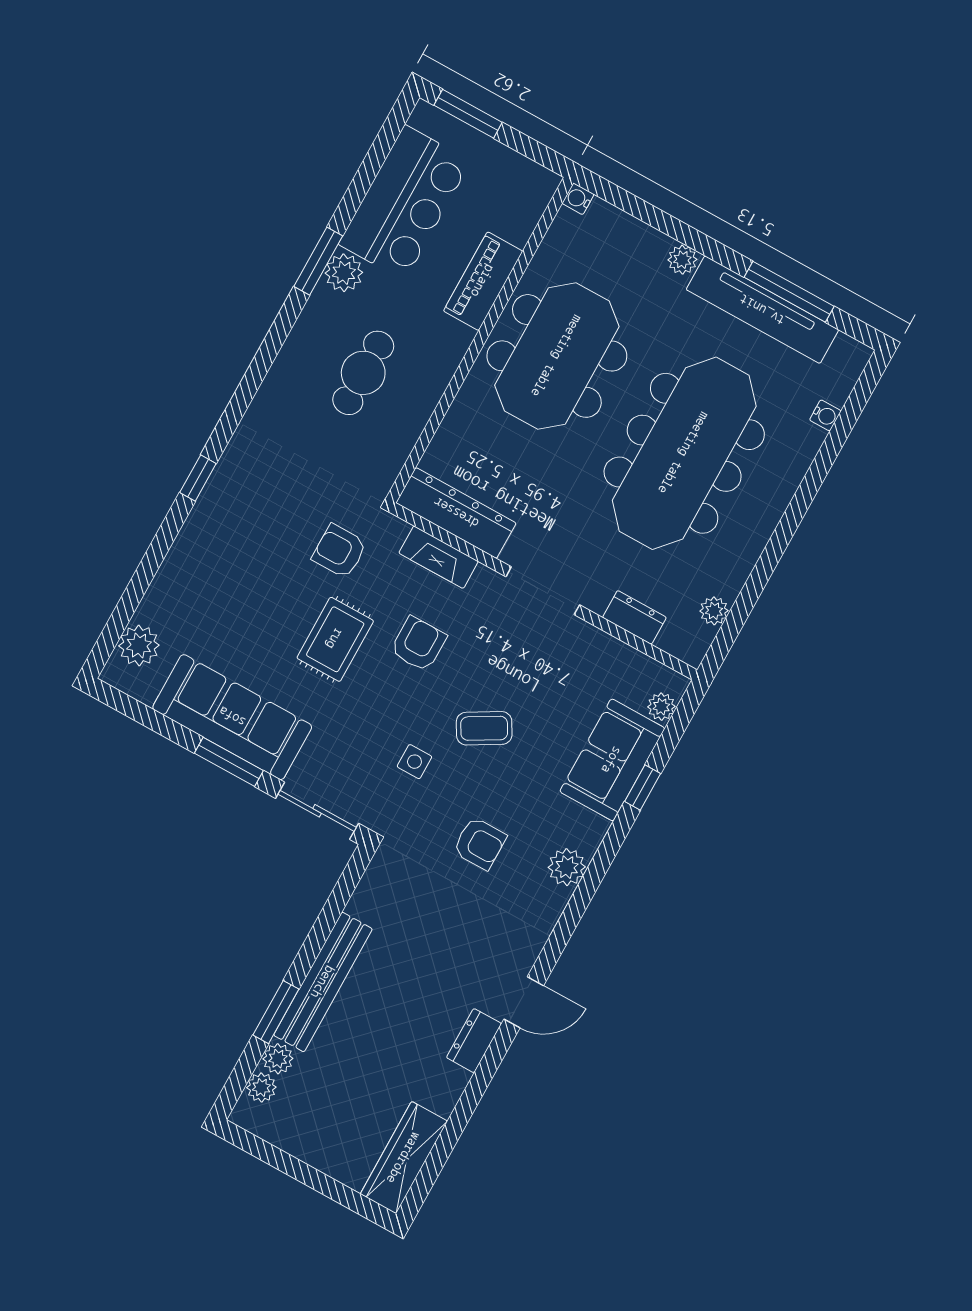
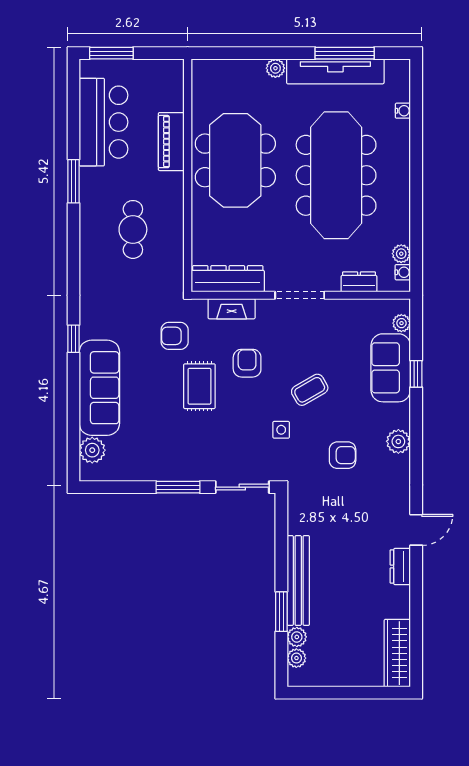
water cooler: (578, 199) -> (403, 272), moved, turned 180
plant: (344, 273) -> (91, 180), removed
sofa: (232, 717) -> (99, 388), moved, turned 90

